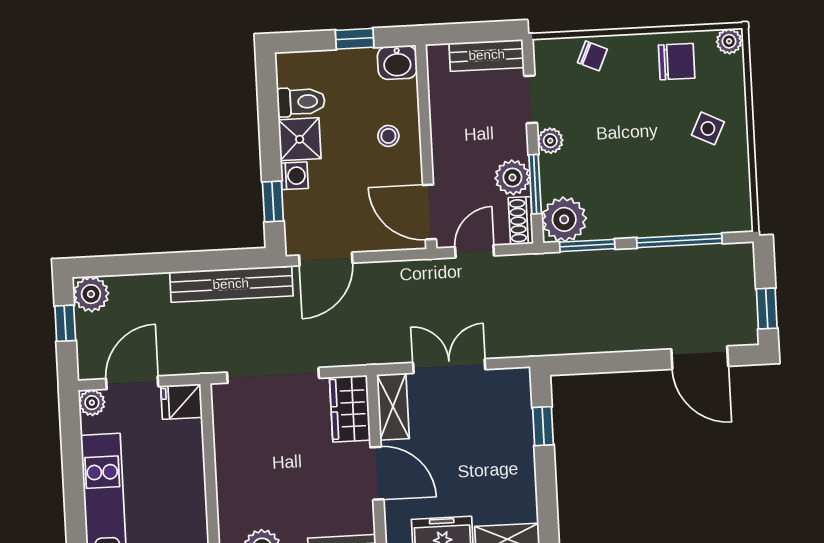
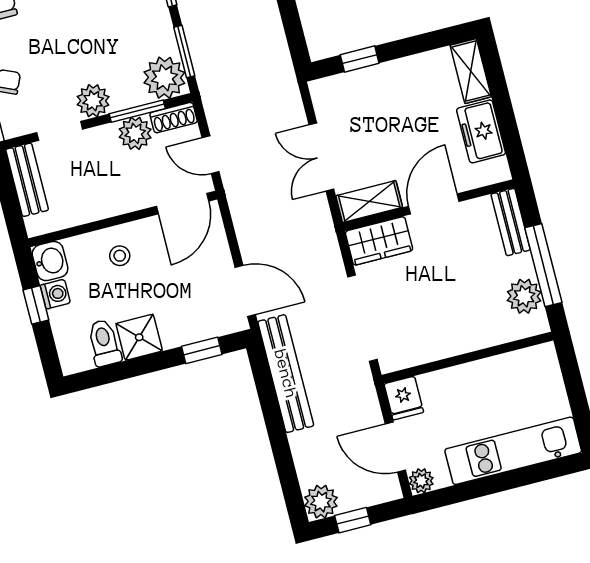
plant: (550, 141) -> (93, 101), width x1.38, depth x1.38
washing machine: (294, 176) -> (55, 294), moved, turned 90

